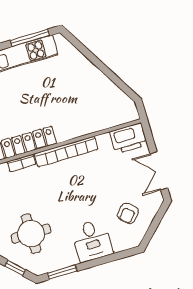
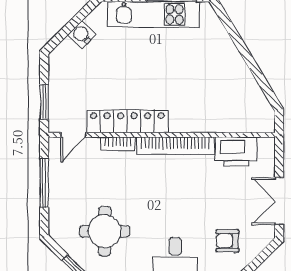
printer: (128, 138) -> (236, 152), moved
armchair: (128, 213) -> (227, 241), turned 49

